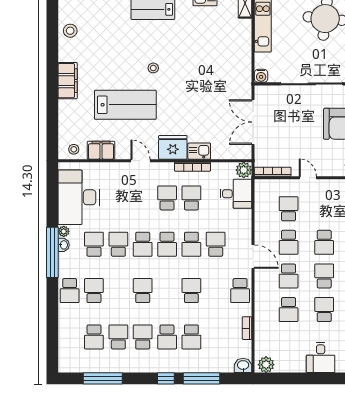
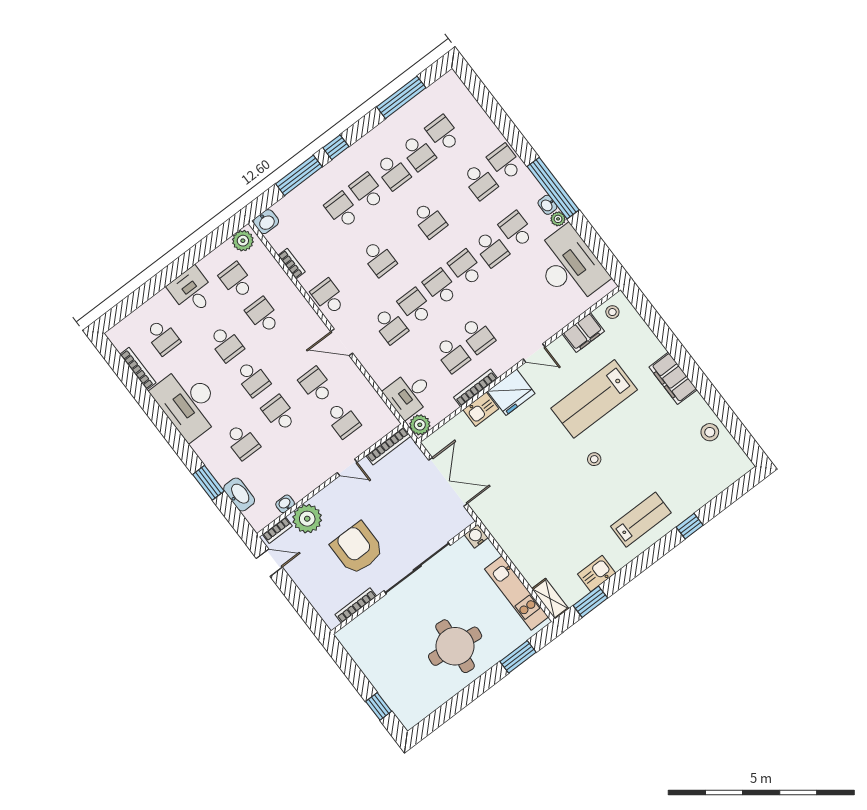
school desk: (94, 244) -> (516, 230), turned 180
school desk: (289, 276) -> (237, 281), moved

